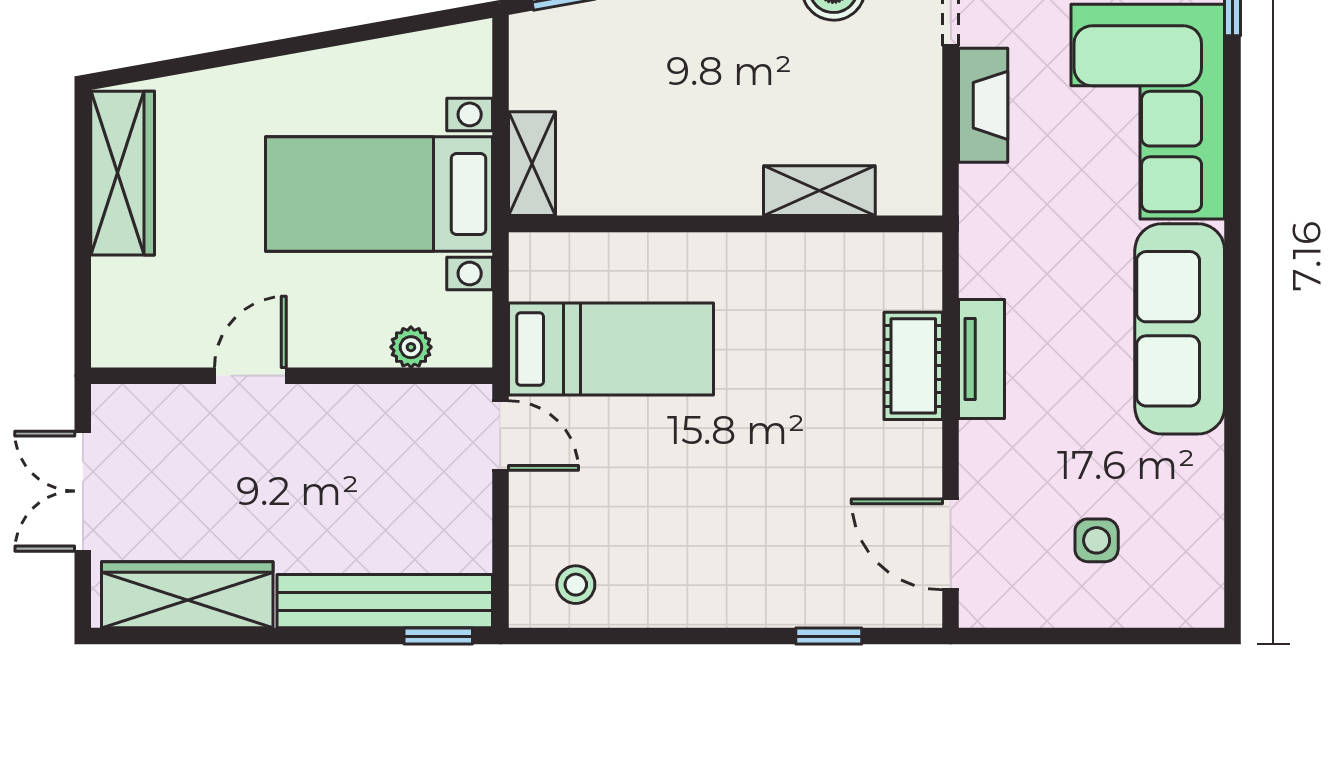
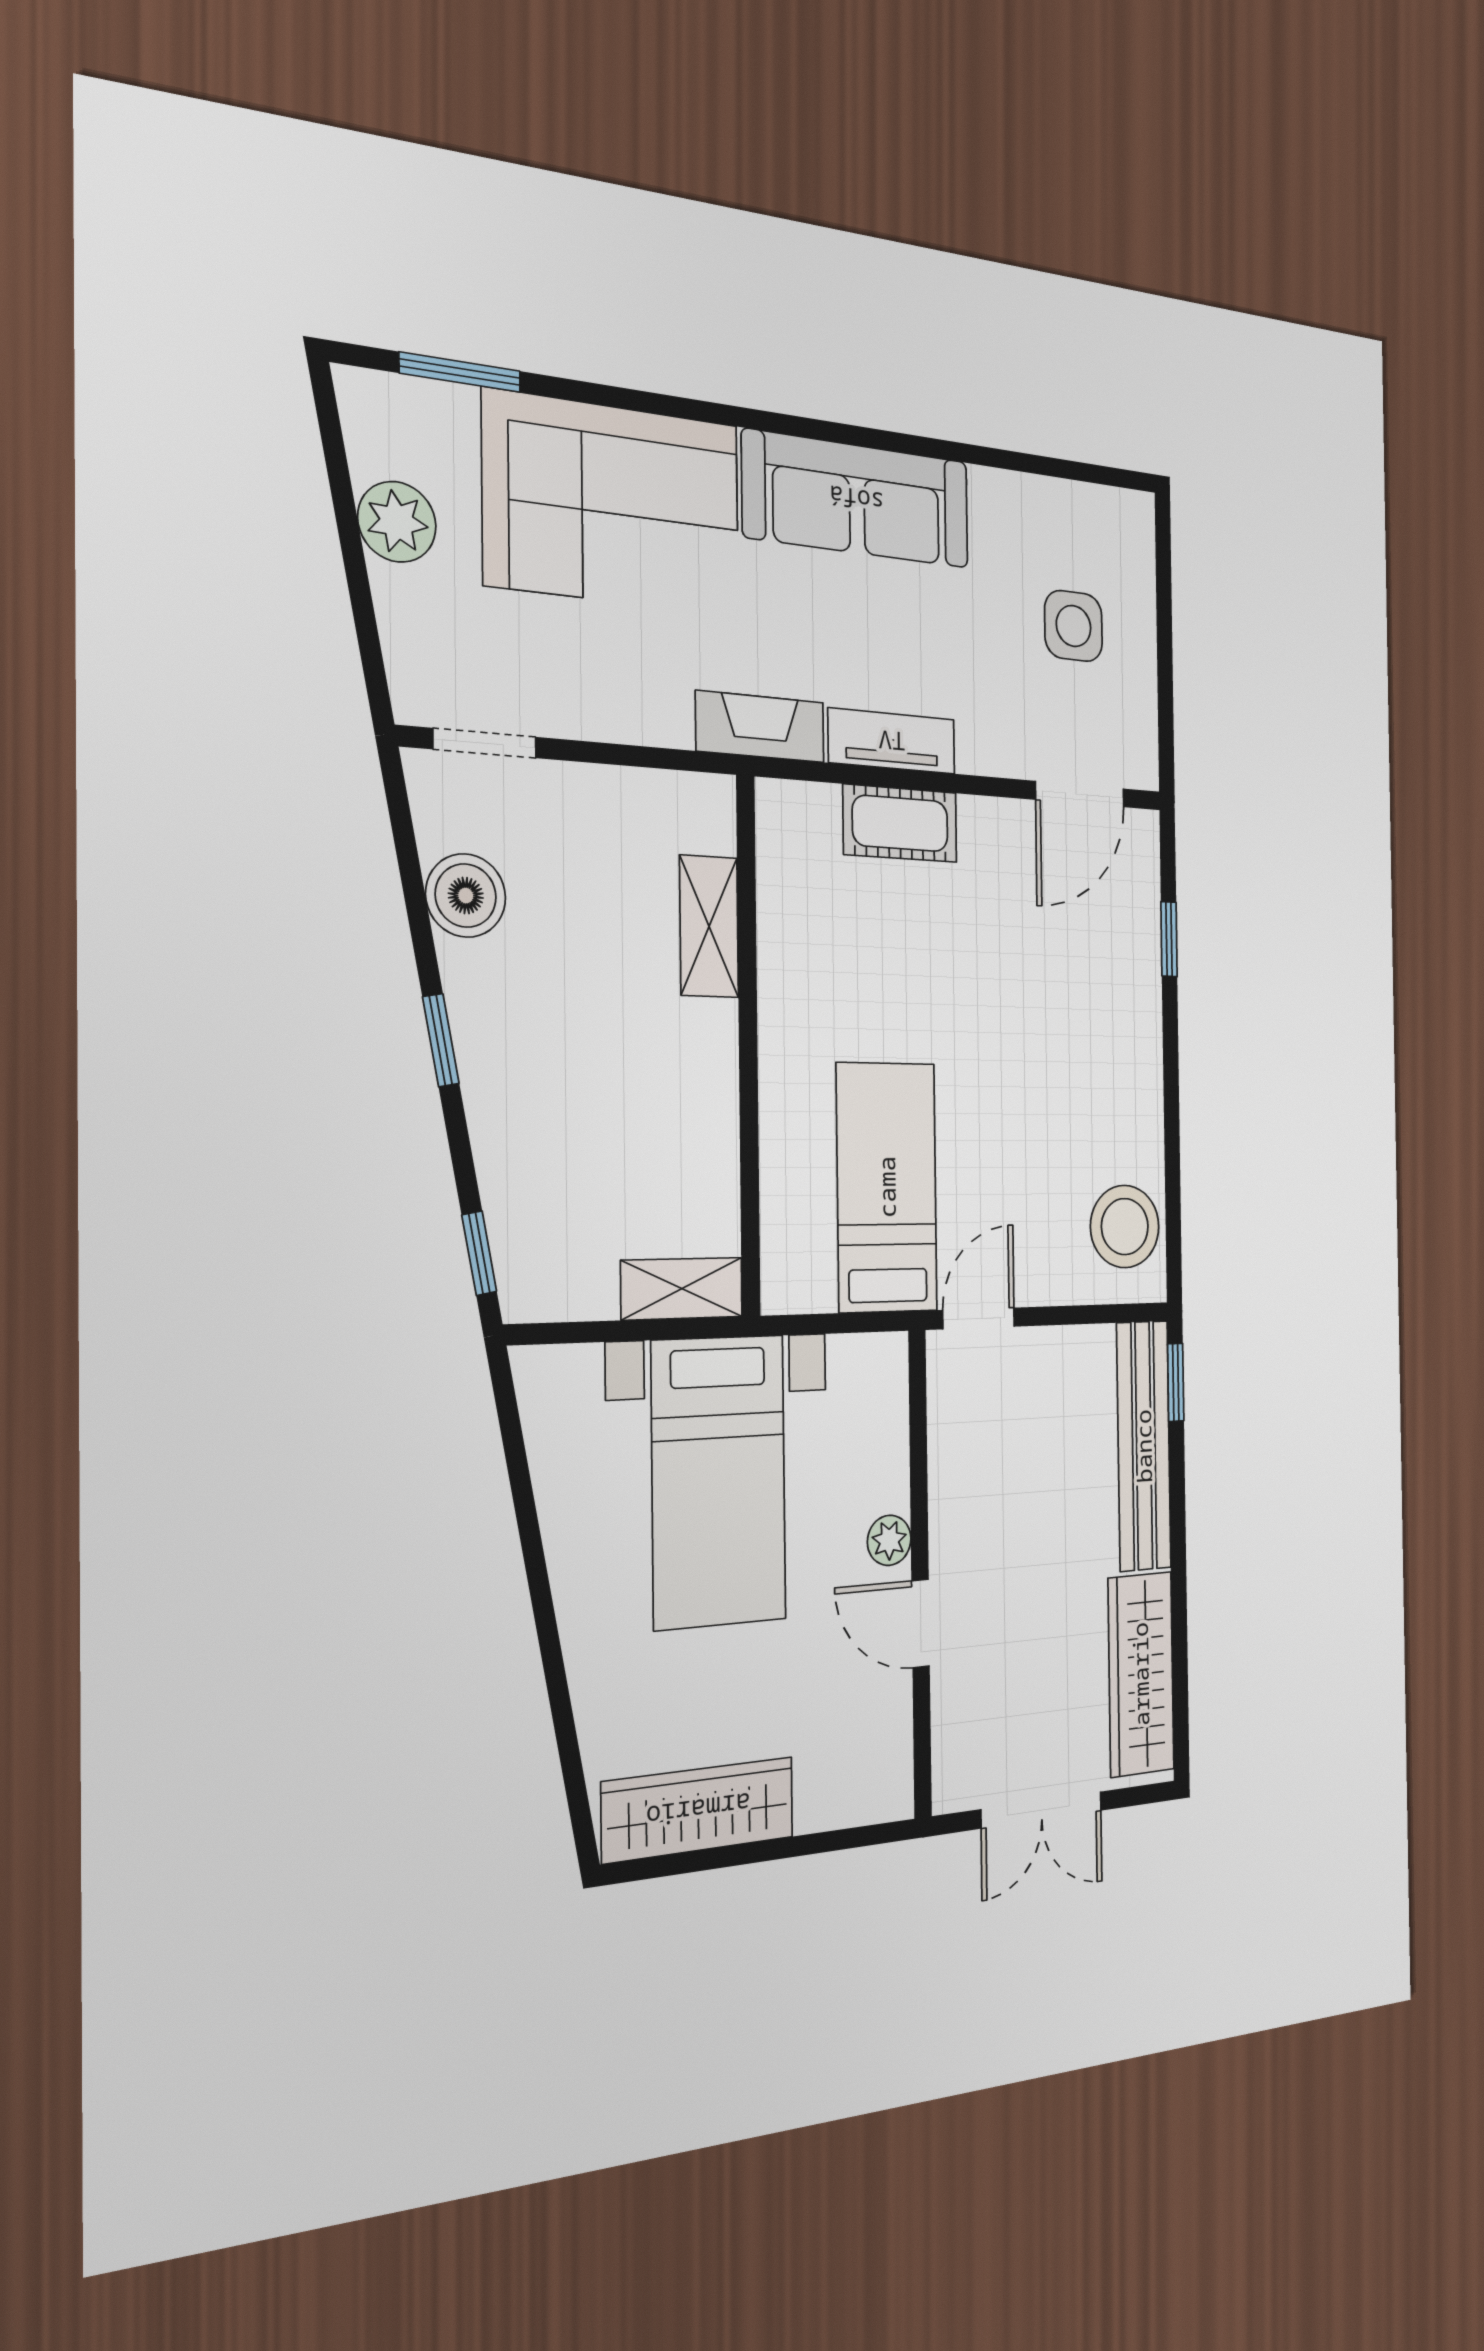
fireplace: (983, 105) -> (760, 727), moved
plant: (411, 347) -> (889, 1540), moved
side table: (1097, 540) -> (1074, 626), width x1.37, depth x1.37
stool: (576, 585) -> (1125, 1227), width x1.89, depth x1.89

